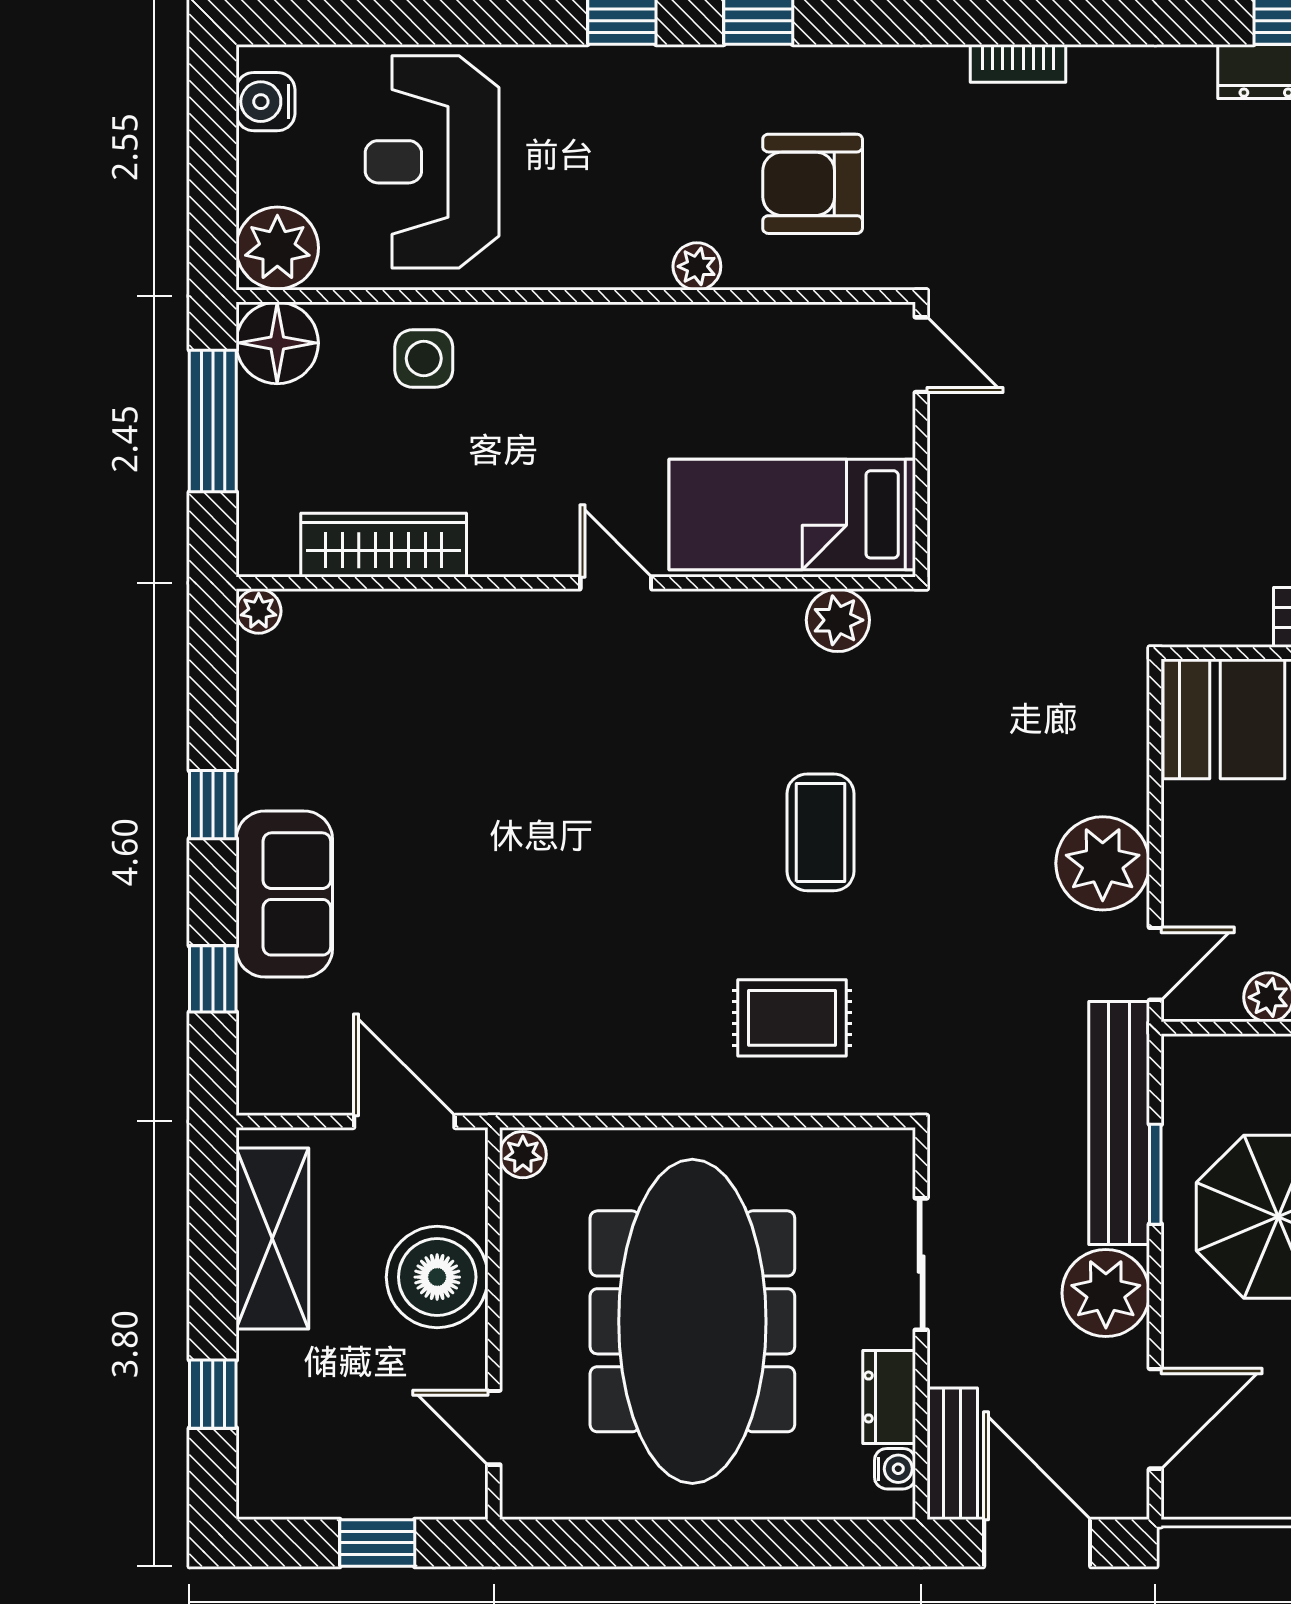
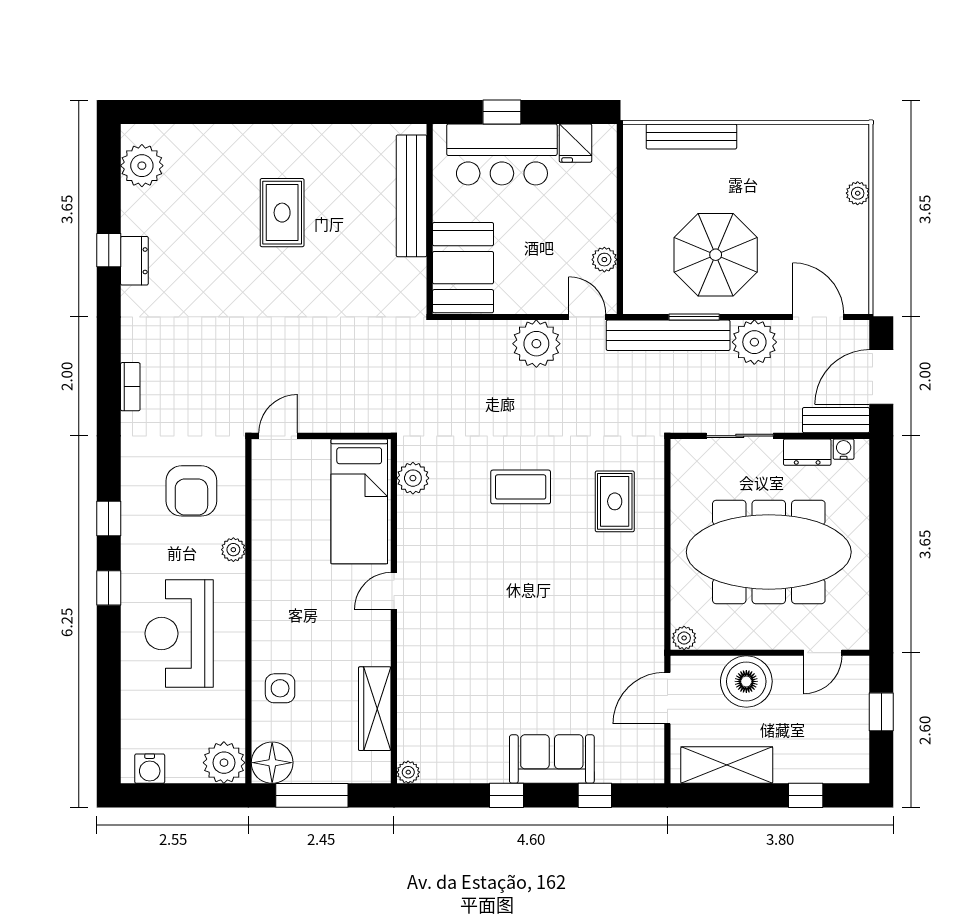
reception desk: (432, 162) -> (179, 634), moved, turned 90

